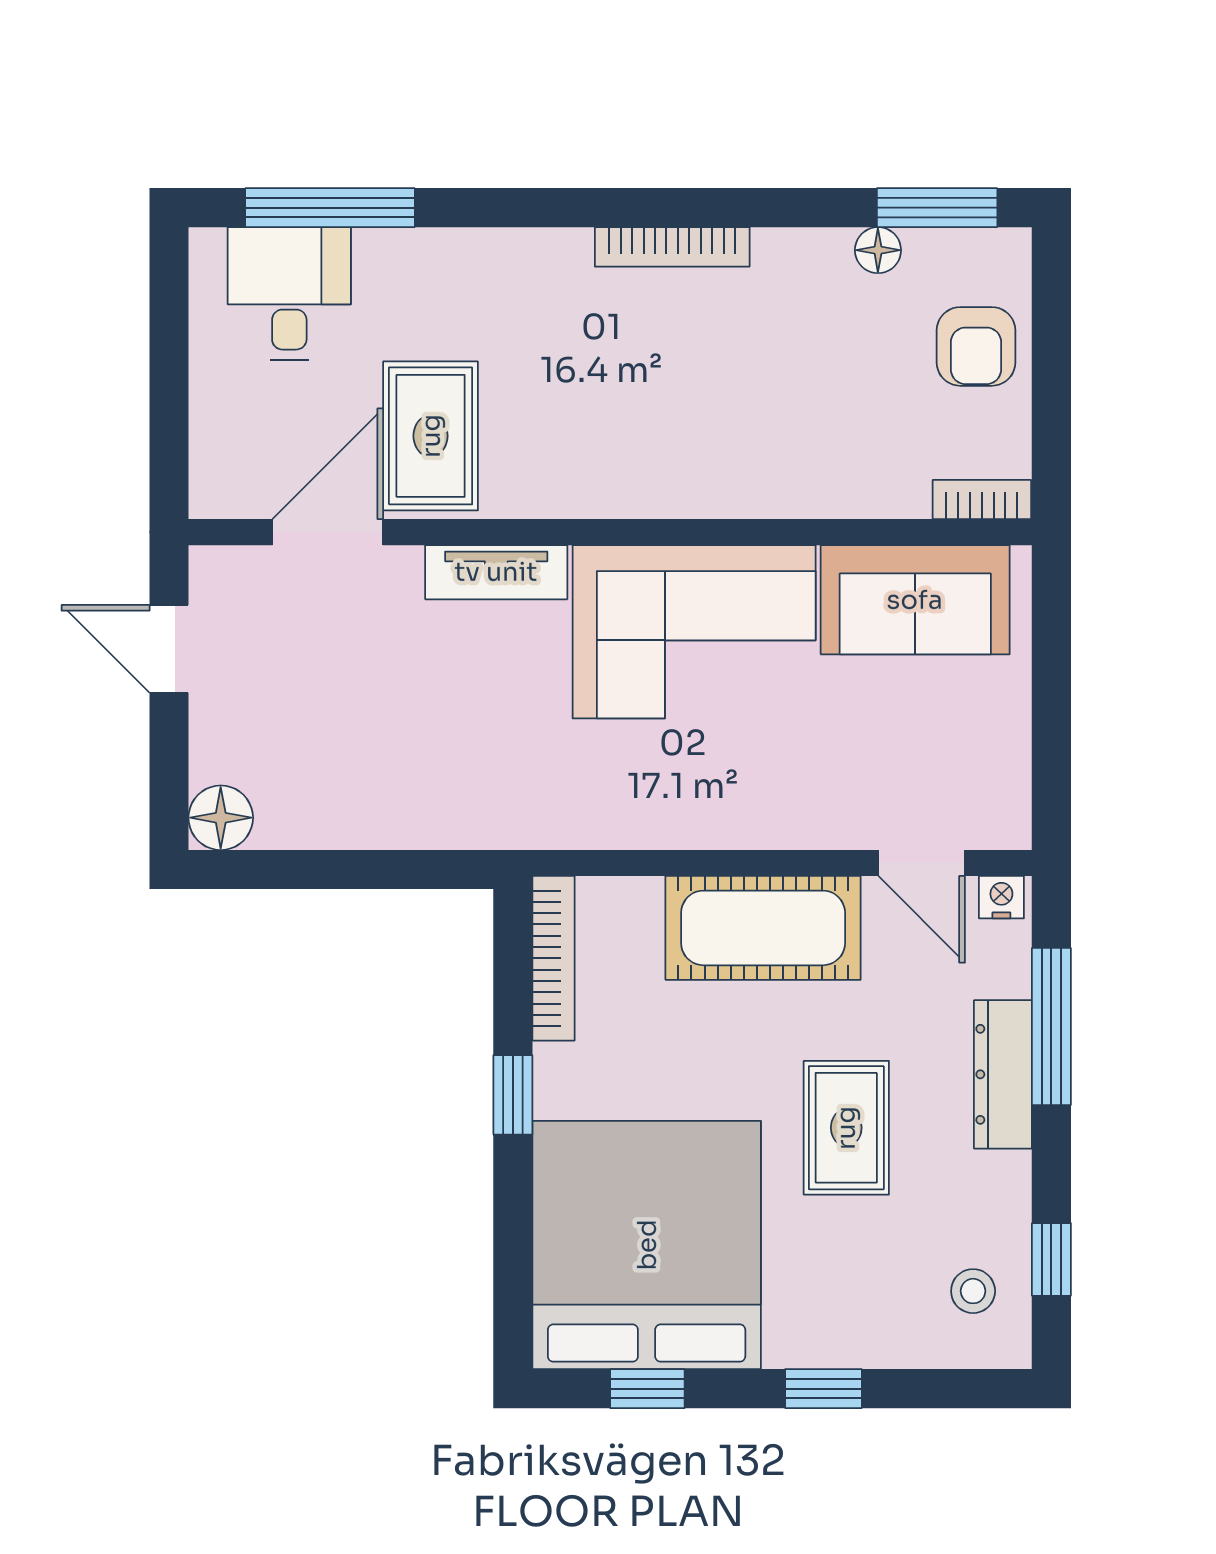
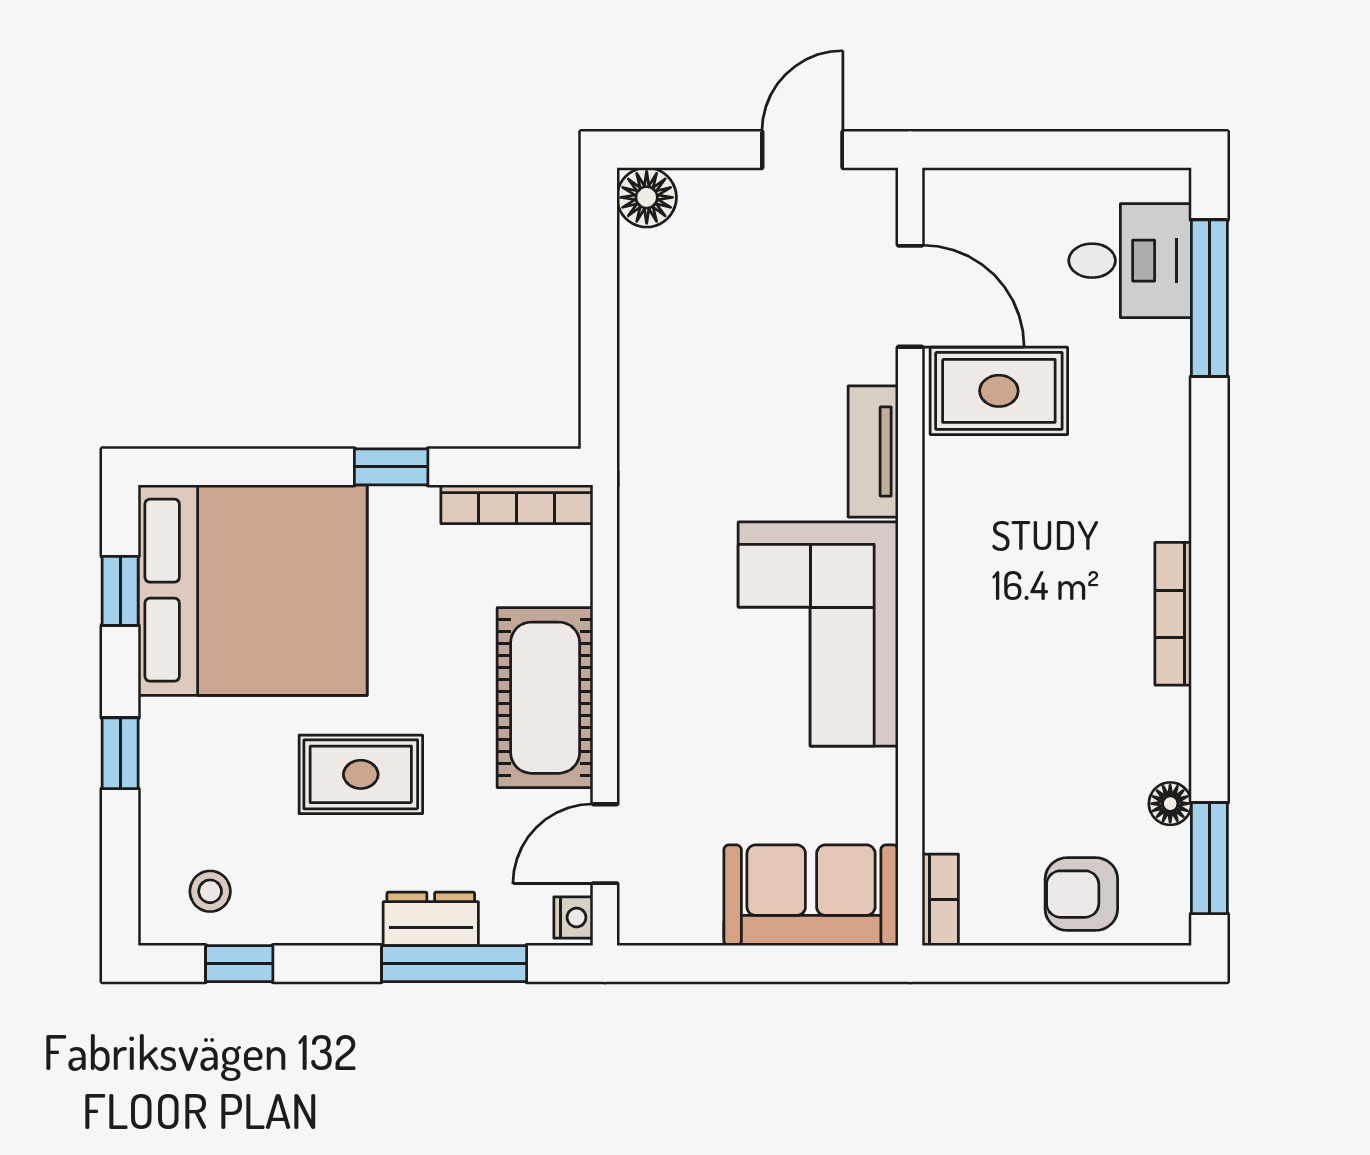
sofa: (915, 600) -> (811, 895), moved, turned 90
dresser: (1003, 1074) -> (431, 919), width x0.70

